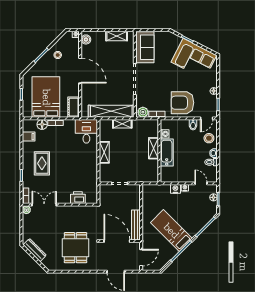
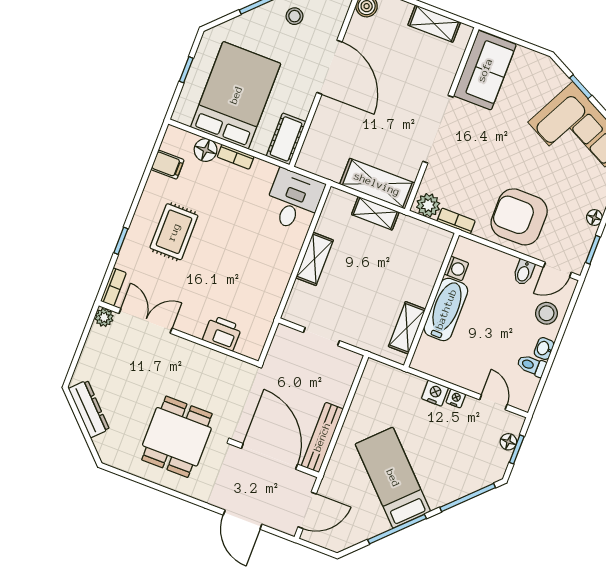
shelving: (111, 111) -> (377, 184), width x0.68
shelving: (153, 148) -> (407, 328), moved

